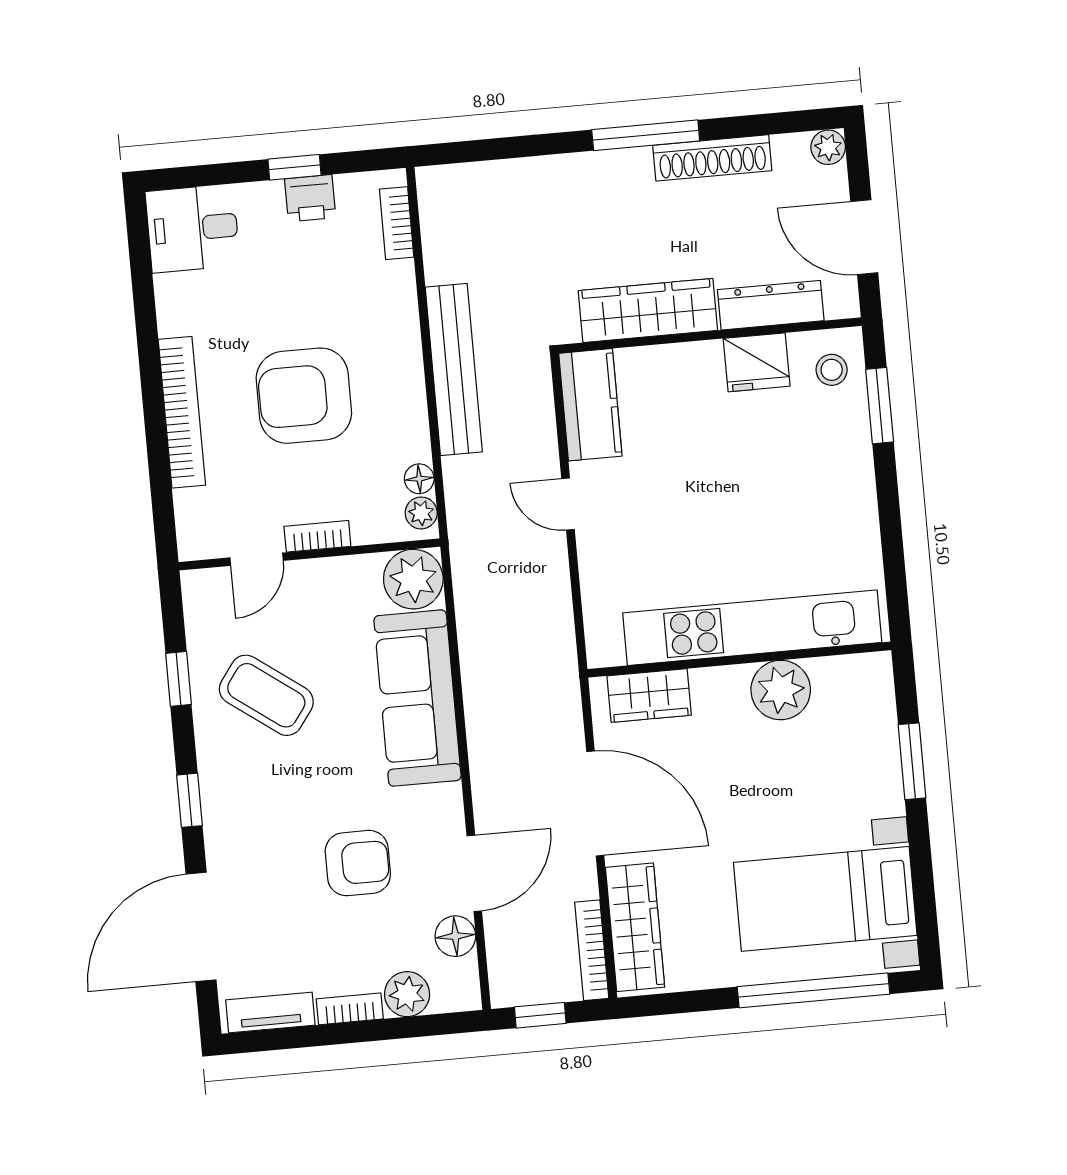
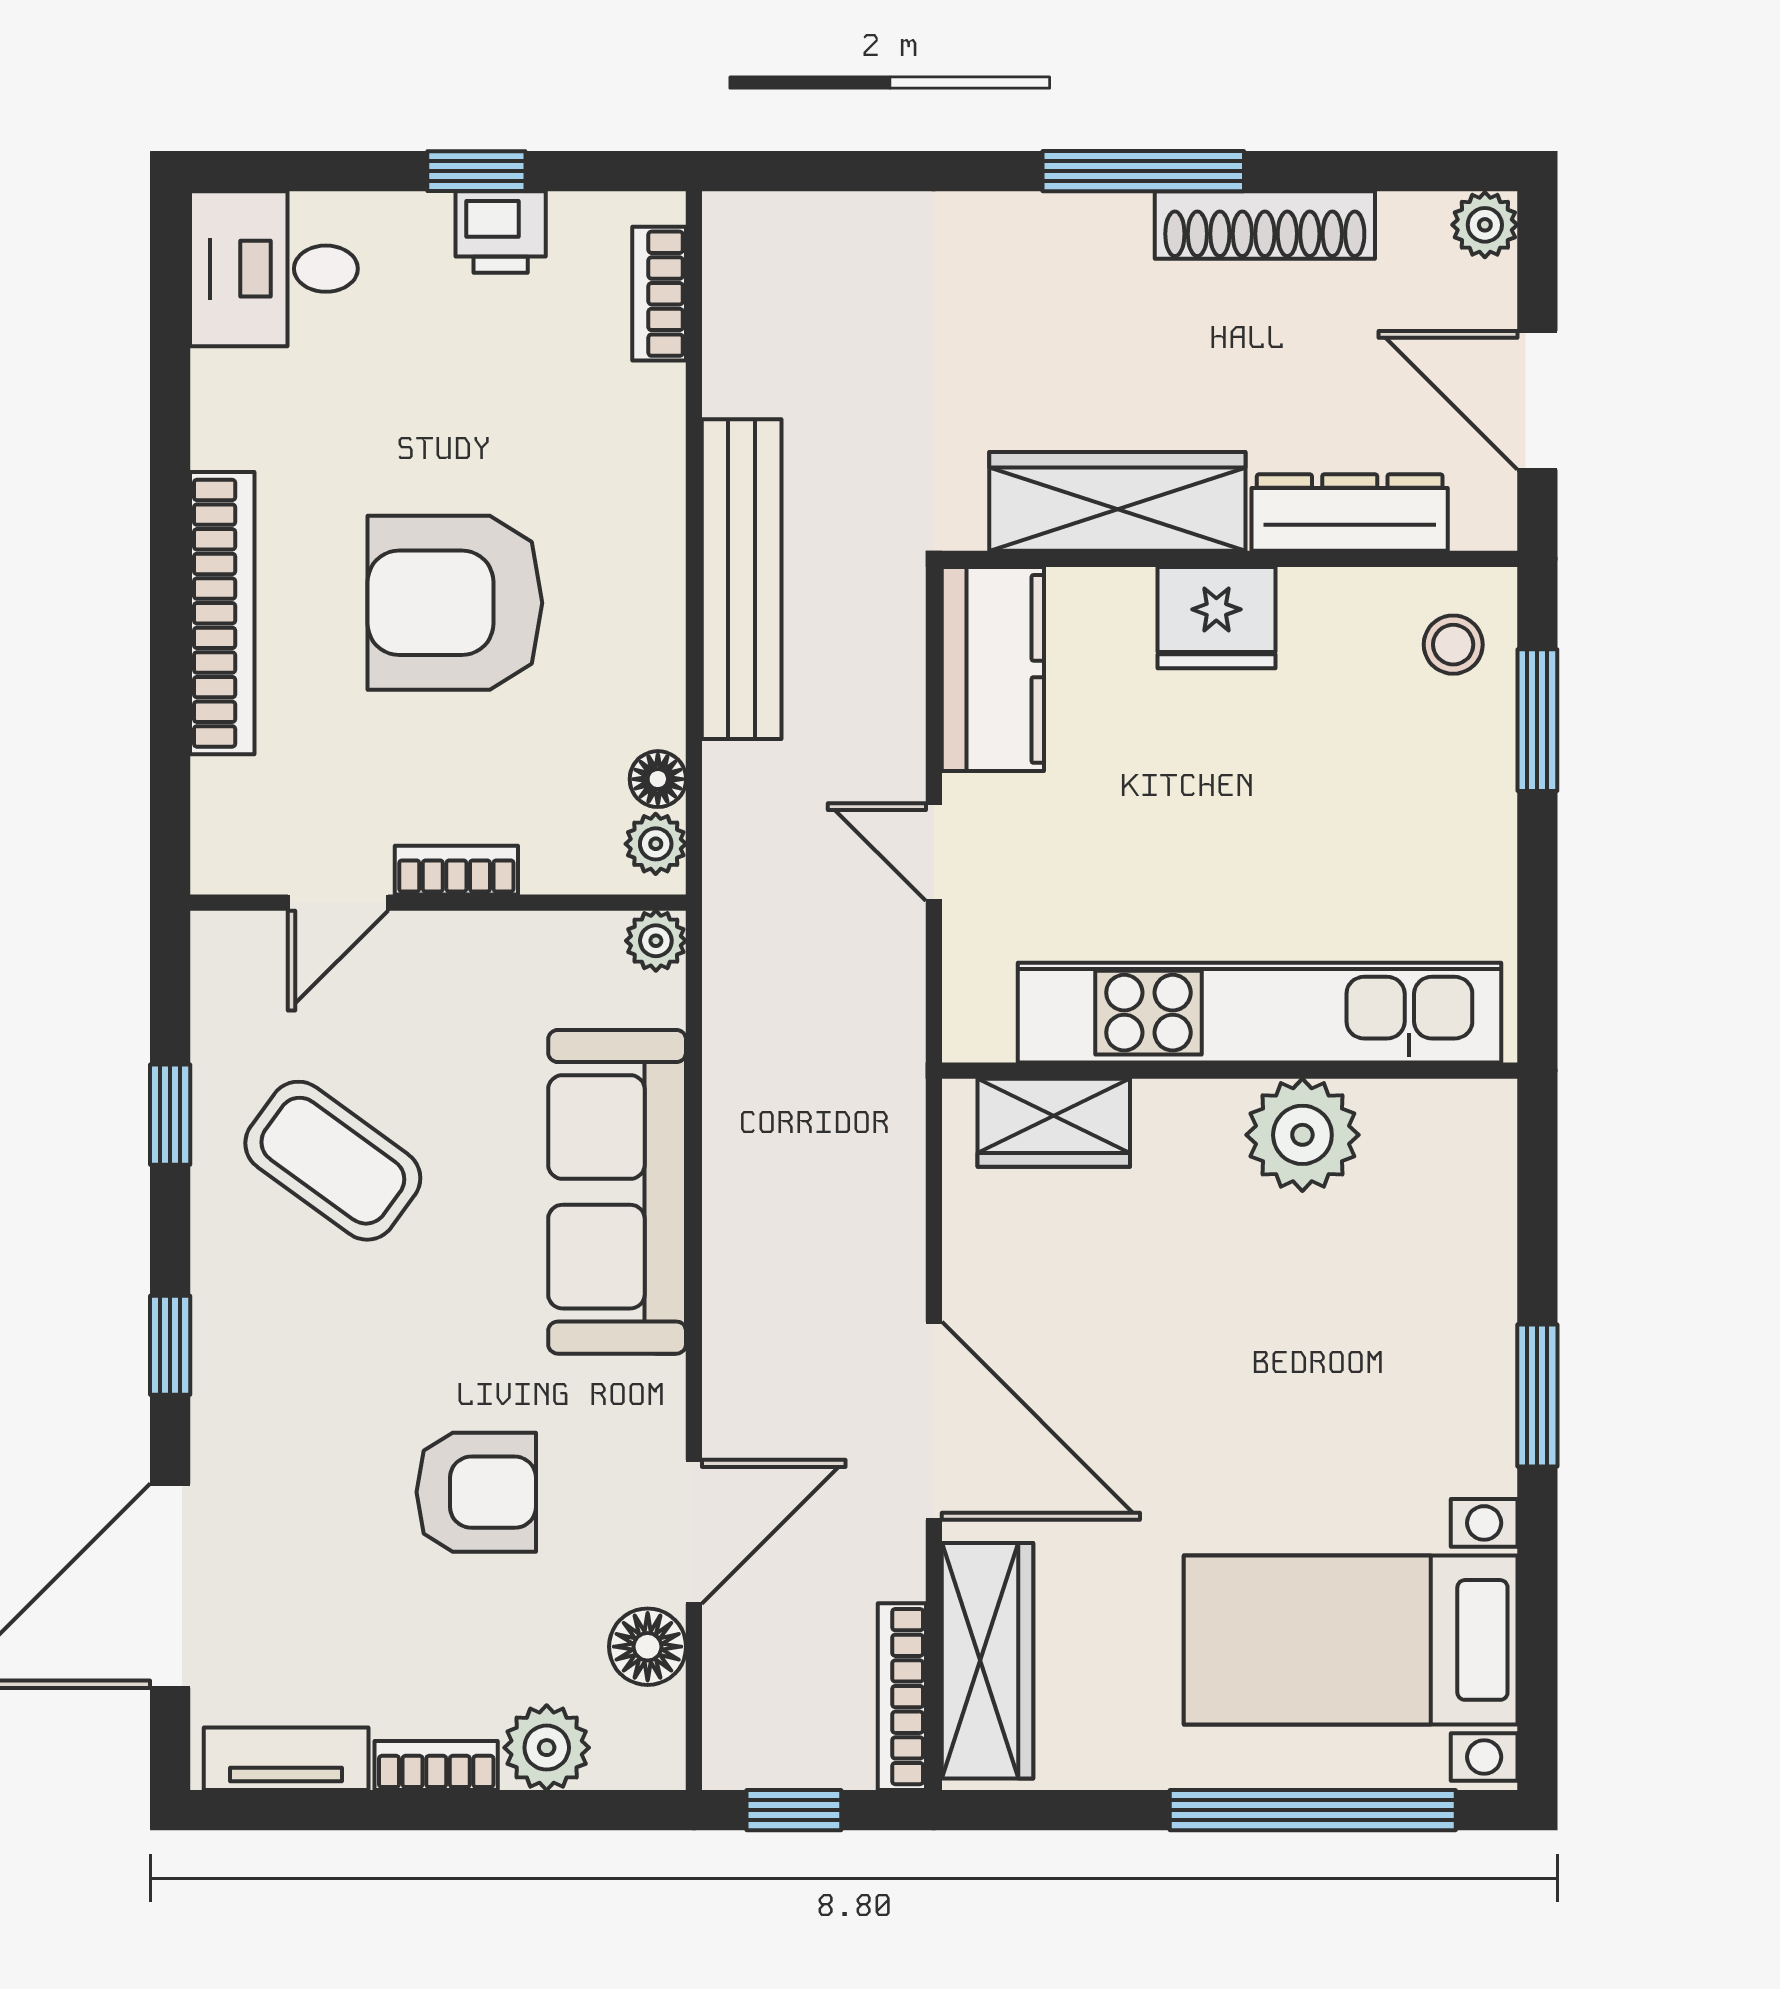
fridge: (757, 362) -> (1216, 618), moved
plant: (413, 579) -> (656, 941), width x0.53, depth x0.53
kitchen unit: (752, 628) -> (1260, 1013), moved
wall: (739, 660) -> (1230, 1071), moved
plant: (781, 690) -> (1302, 1135), moved
wardrobe: (649, 696) -> (1054, 1123), moved

